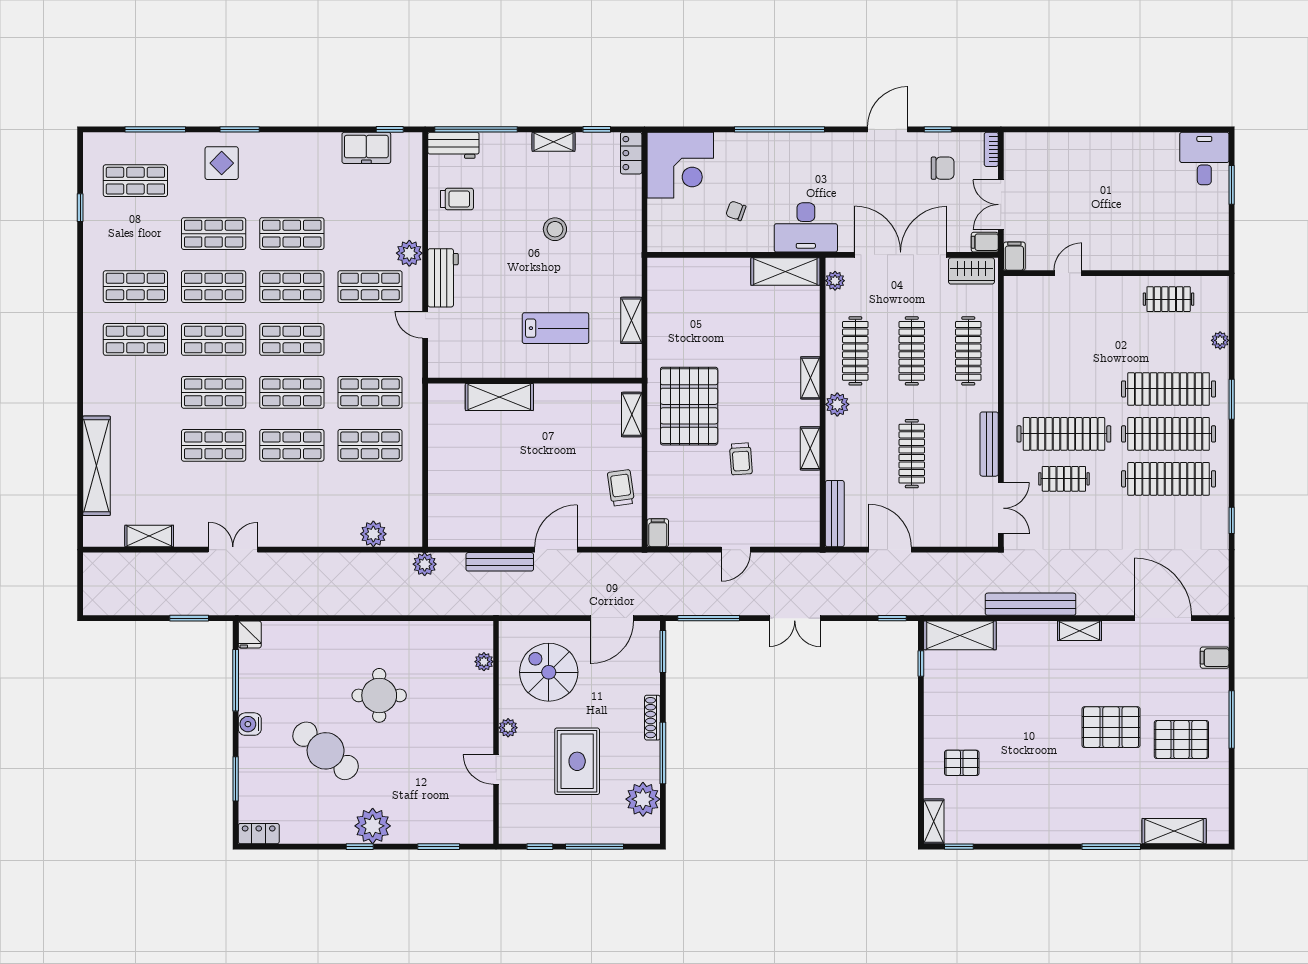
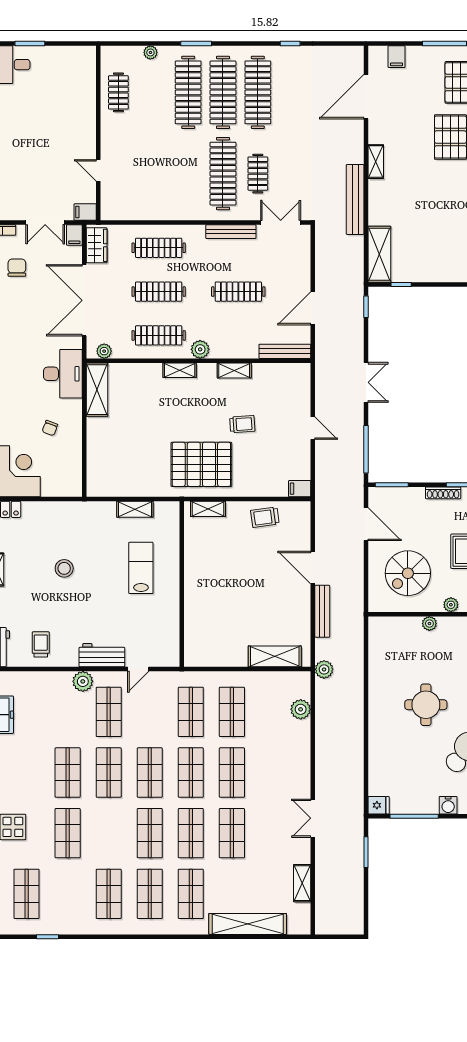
shop shelf: (214, 287) -> (191, 894), moved
shelving: (499, 397) -> (275, 656), moved, turned 90
plant: (484, 662) -> (429, 624), moved

